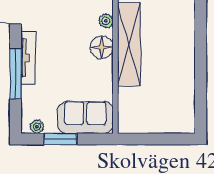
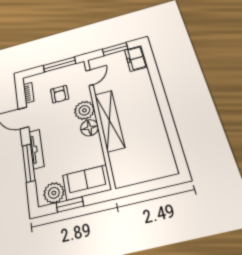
plant: (106, 21) -> (84, 110), width x1.87, depth x1.87
plant: (37, 127) -> (54, 193), width x1.87, depth x1.87

